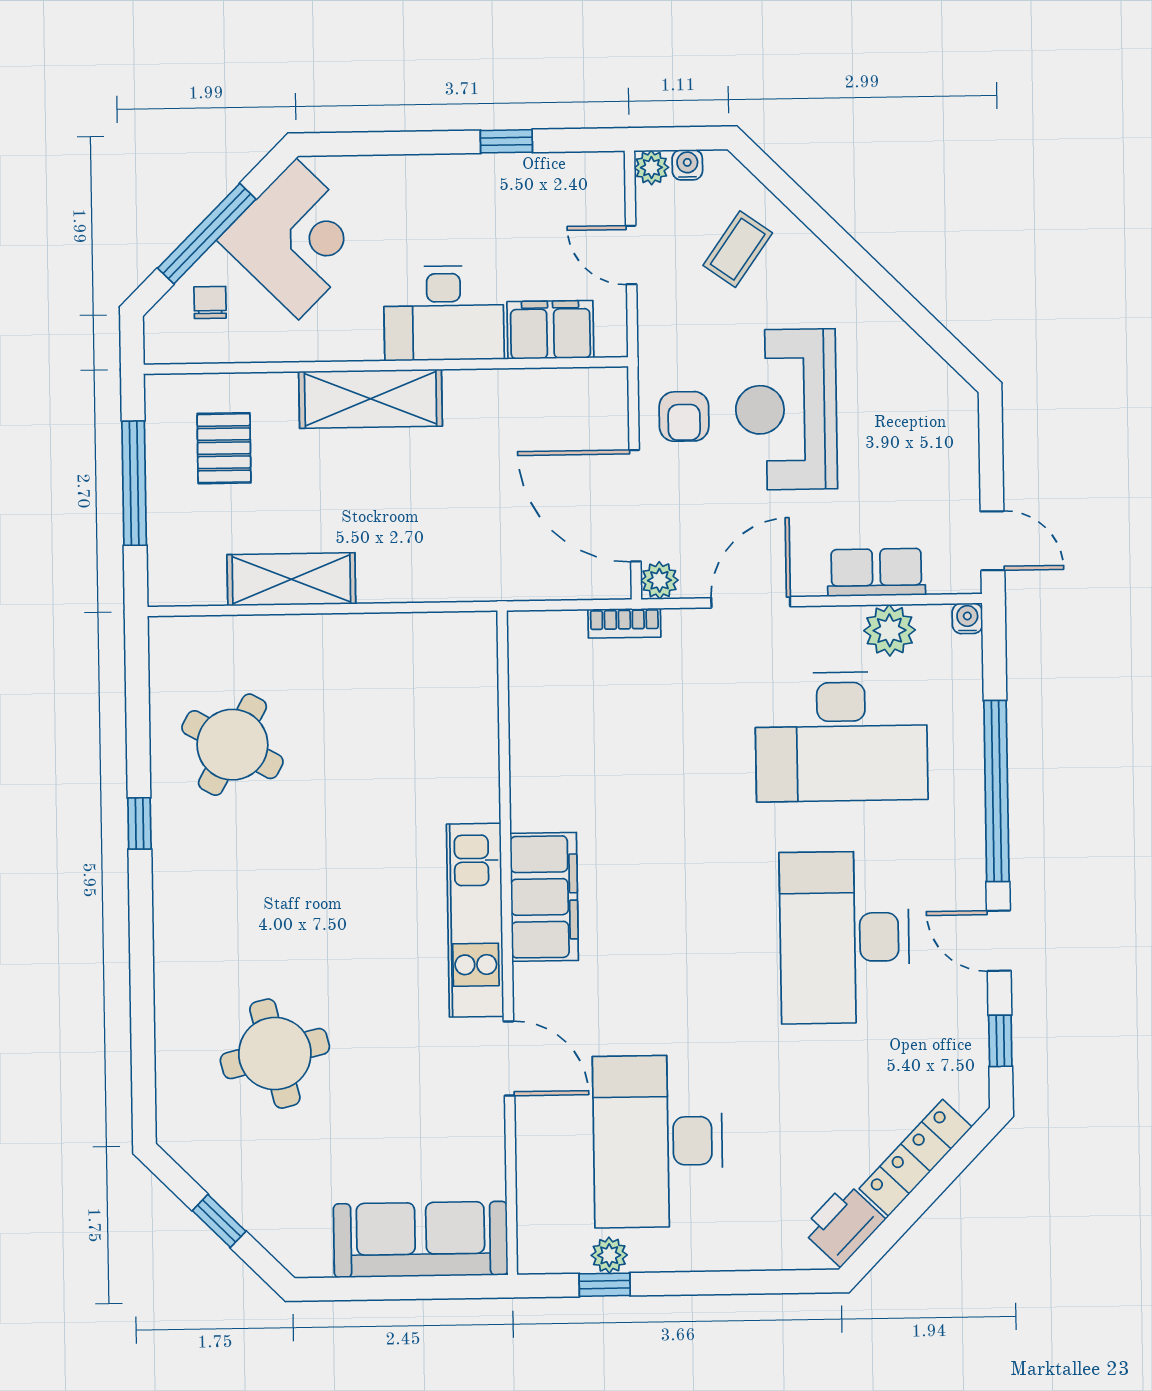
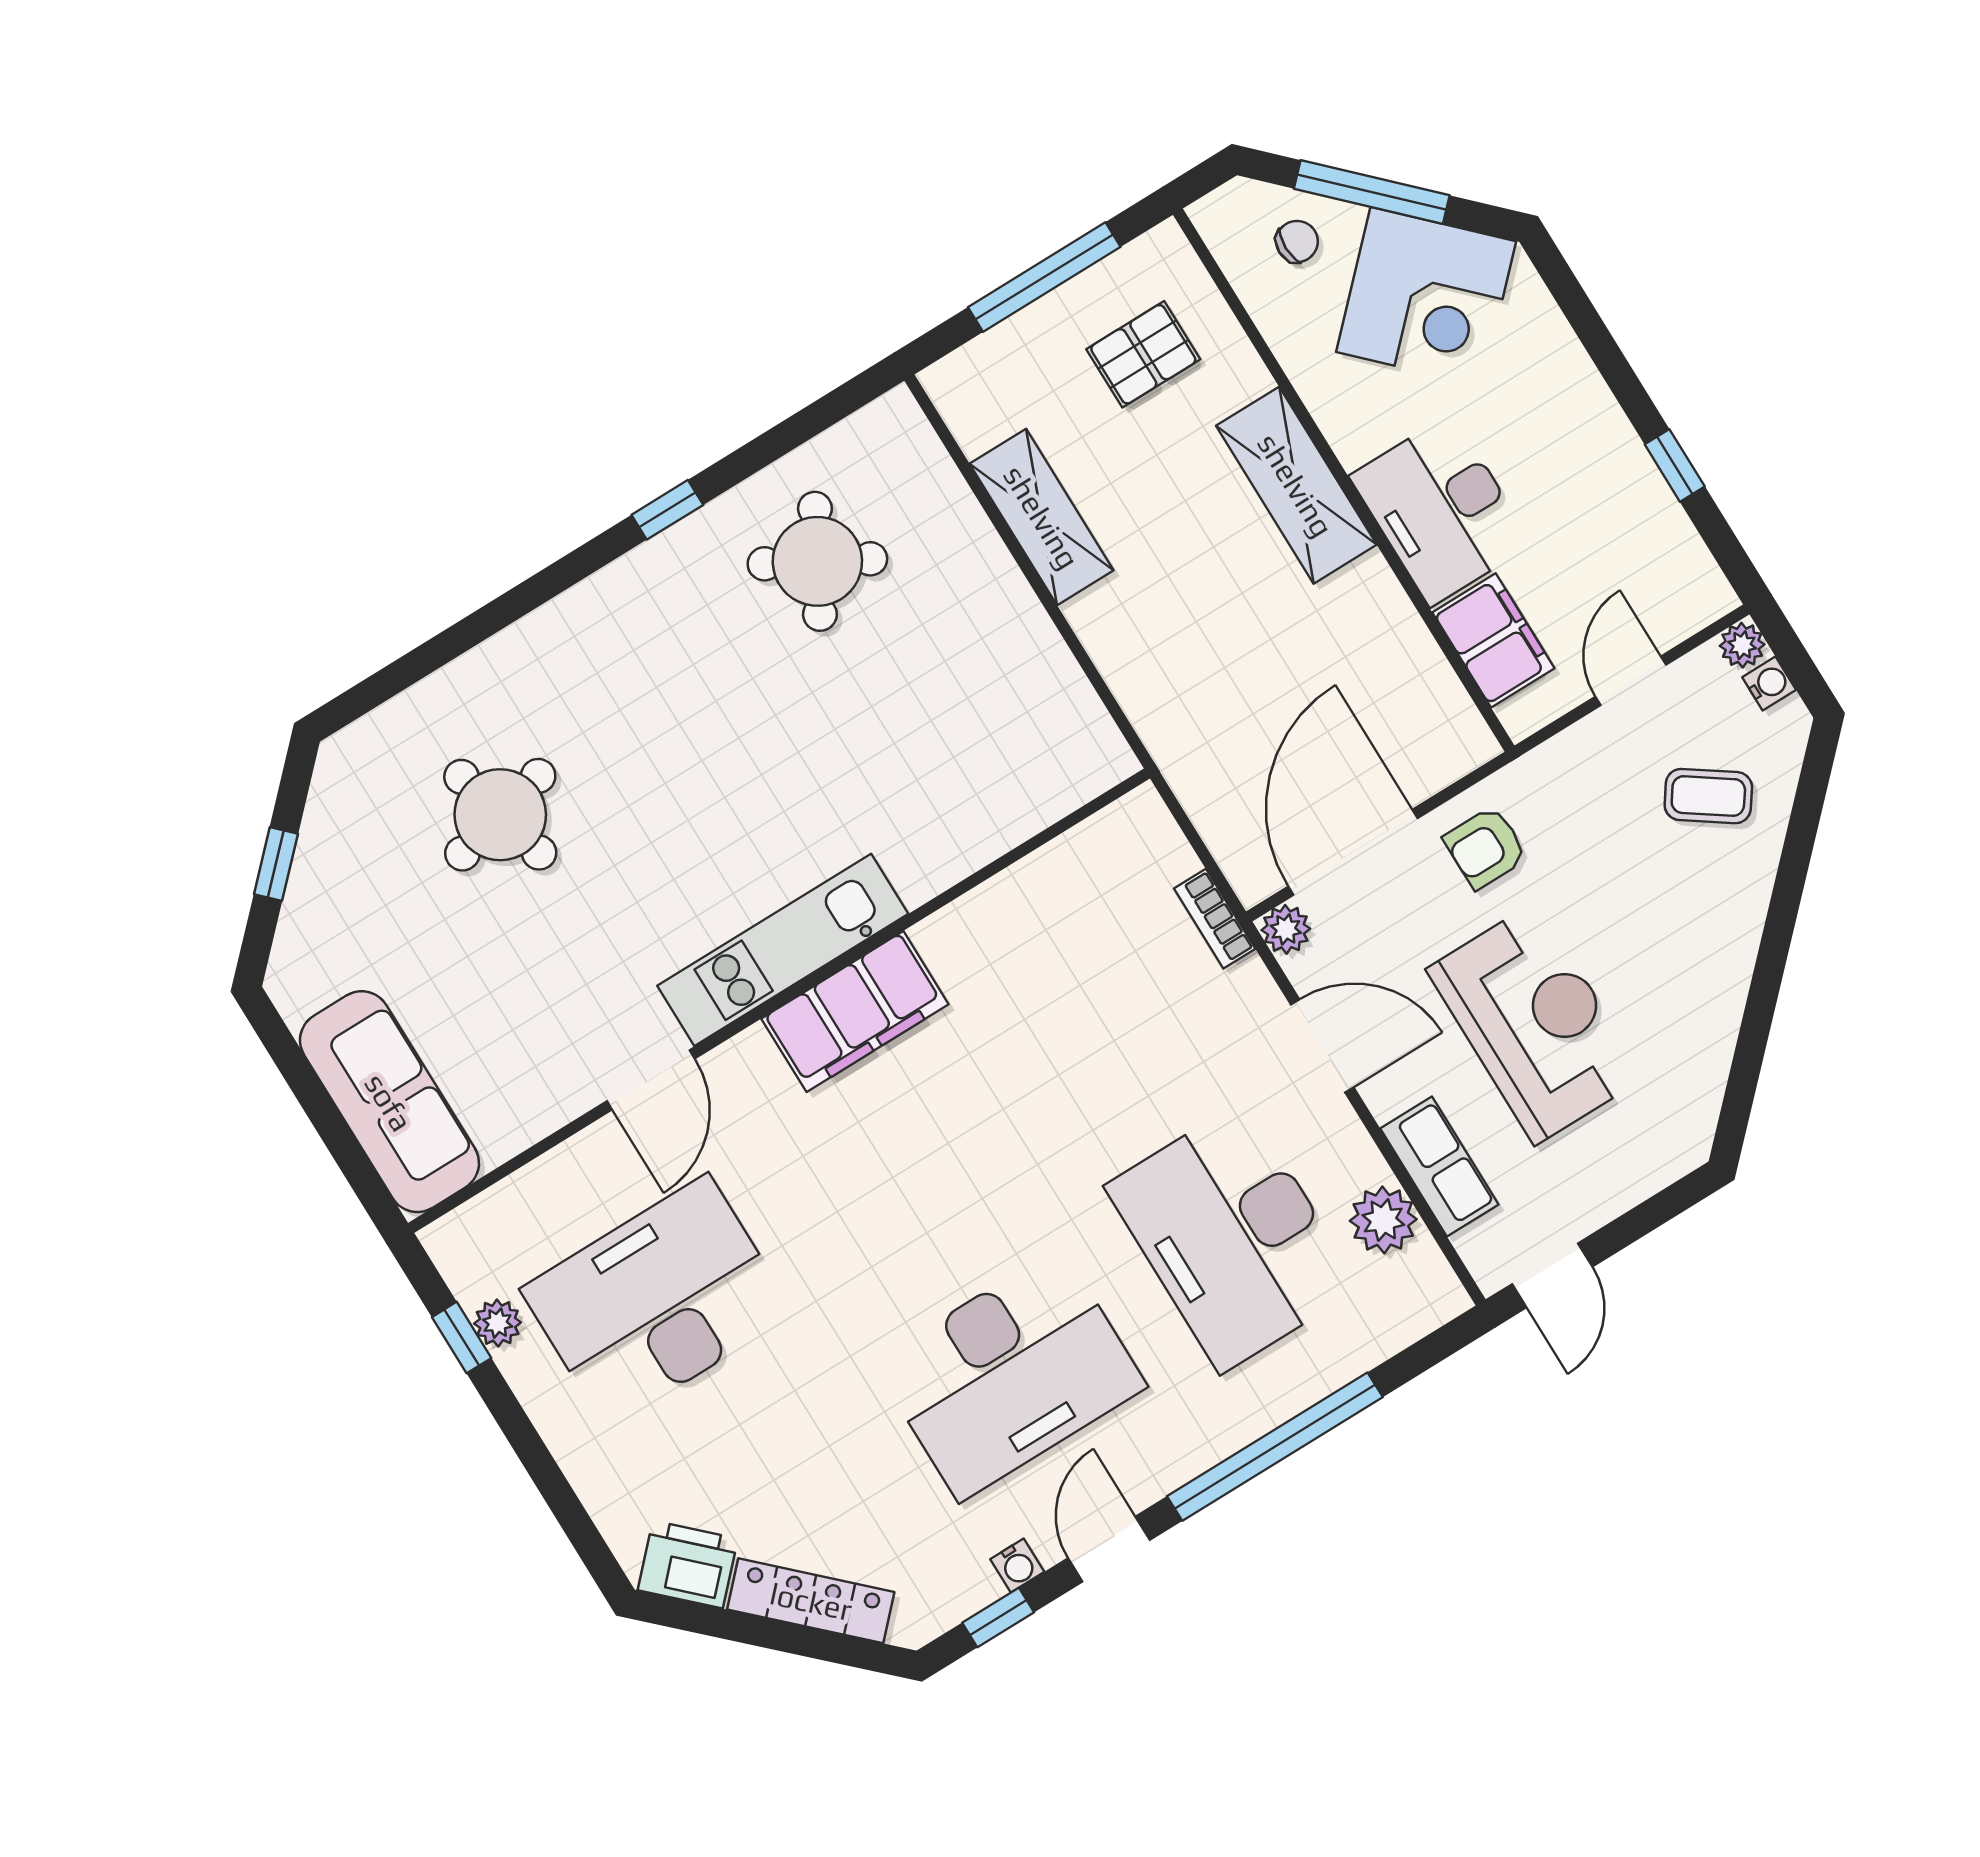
reception desk: (786, 409) -> (1535, 1023), moved, turned 90
water cooler: (967, 618) -> (1017, 1565), moved, turned 90
desk: (845, 937) -> (1010, 1374), turned 180

